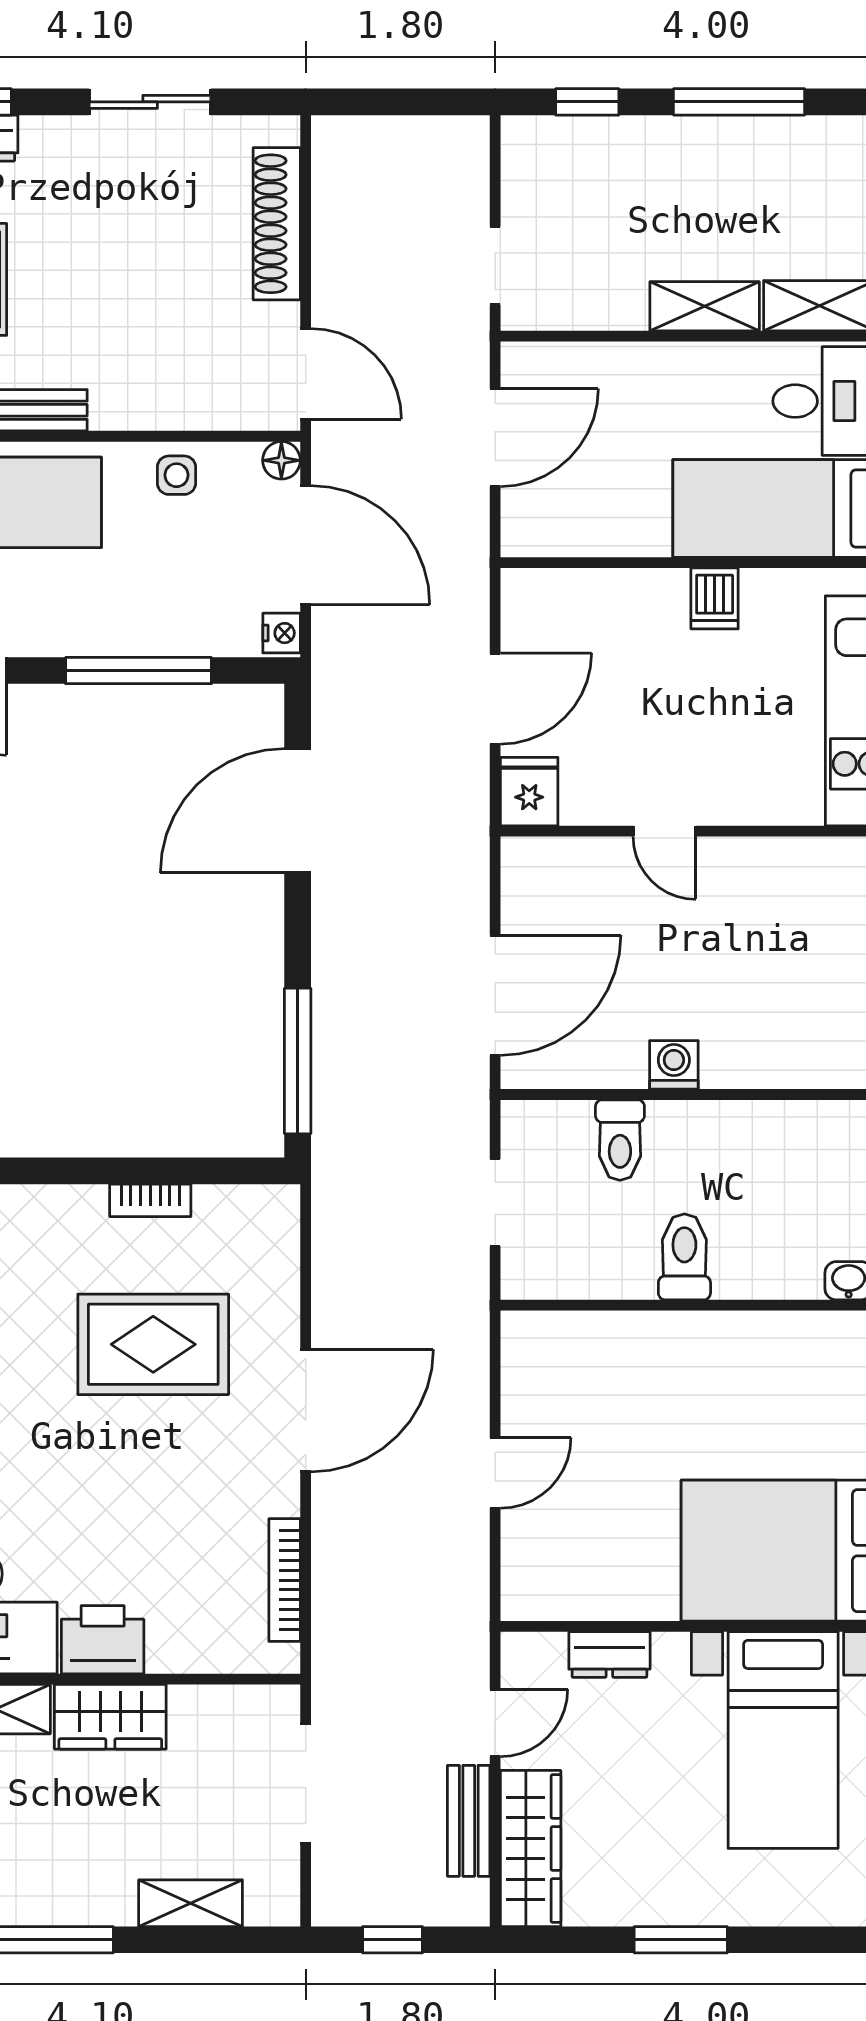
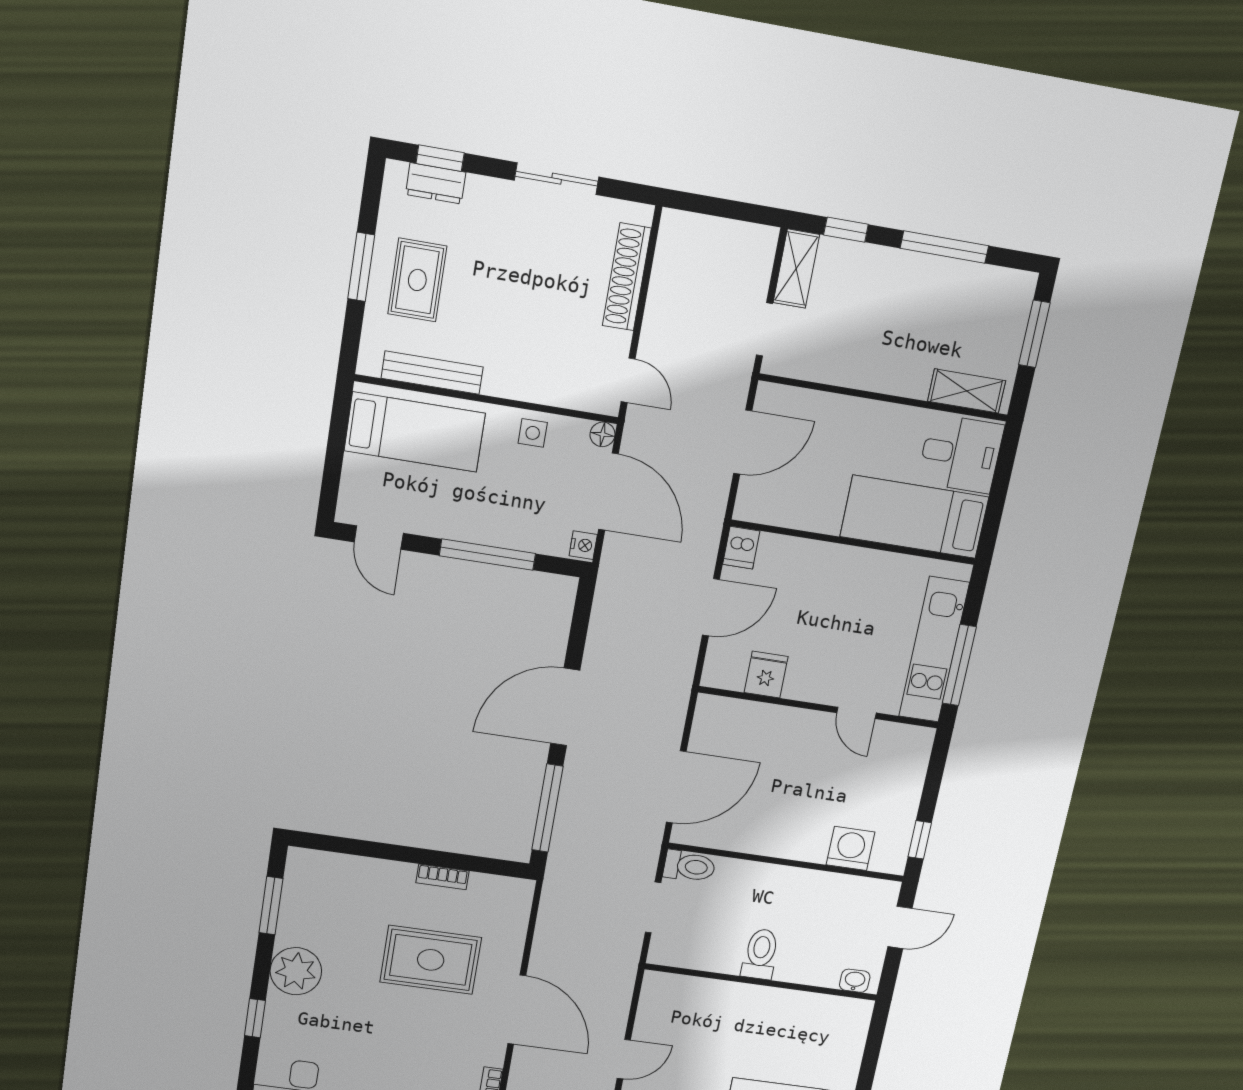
shelving: (705, 306) -> (796, 269), moved, turned 90
door: (306, 374) -> (628, 380), width x0.73
dishwasher: (715, 598) -> (741, 548), moved
fridge: (529, 792) -> (766, 675), moved
door: (298, 811) -> (565, 707), moved
door: (665, 831) -> (856, 713), moved
washing machine: (674, 1065) -> (851, 848), moved, width x1.38, depth x1.38
toilet: (620, 1140) -> (689, 866), moved, turned -90
door: (306, 1411) -> (517, 1010), hinge flipped

